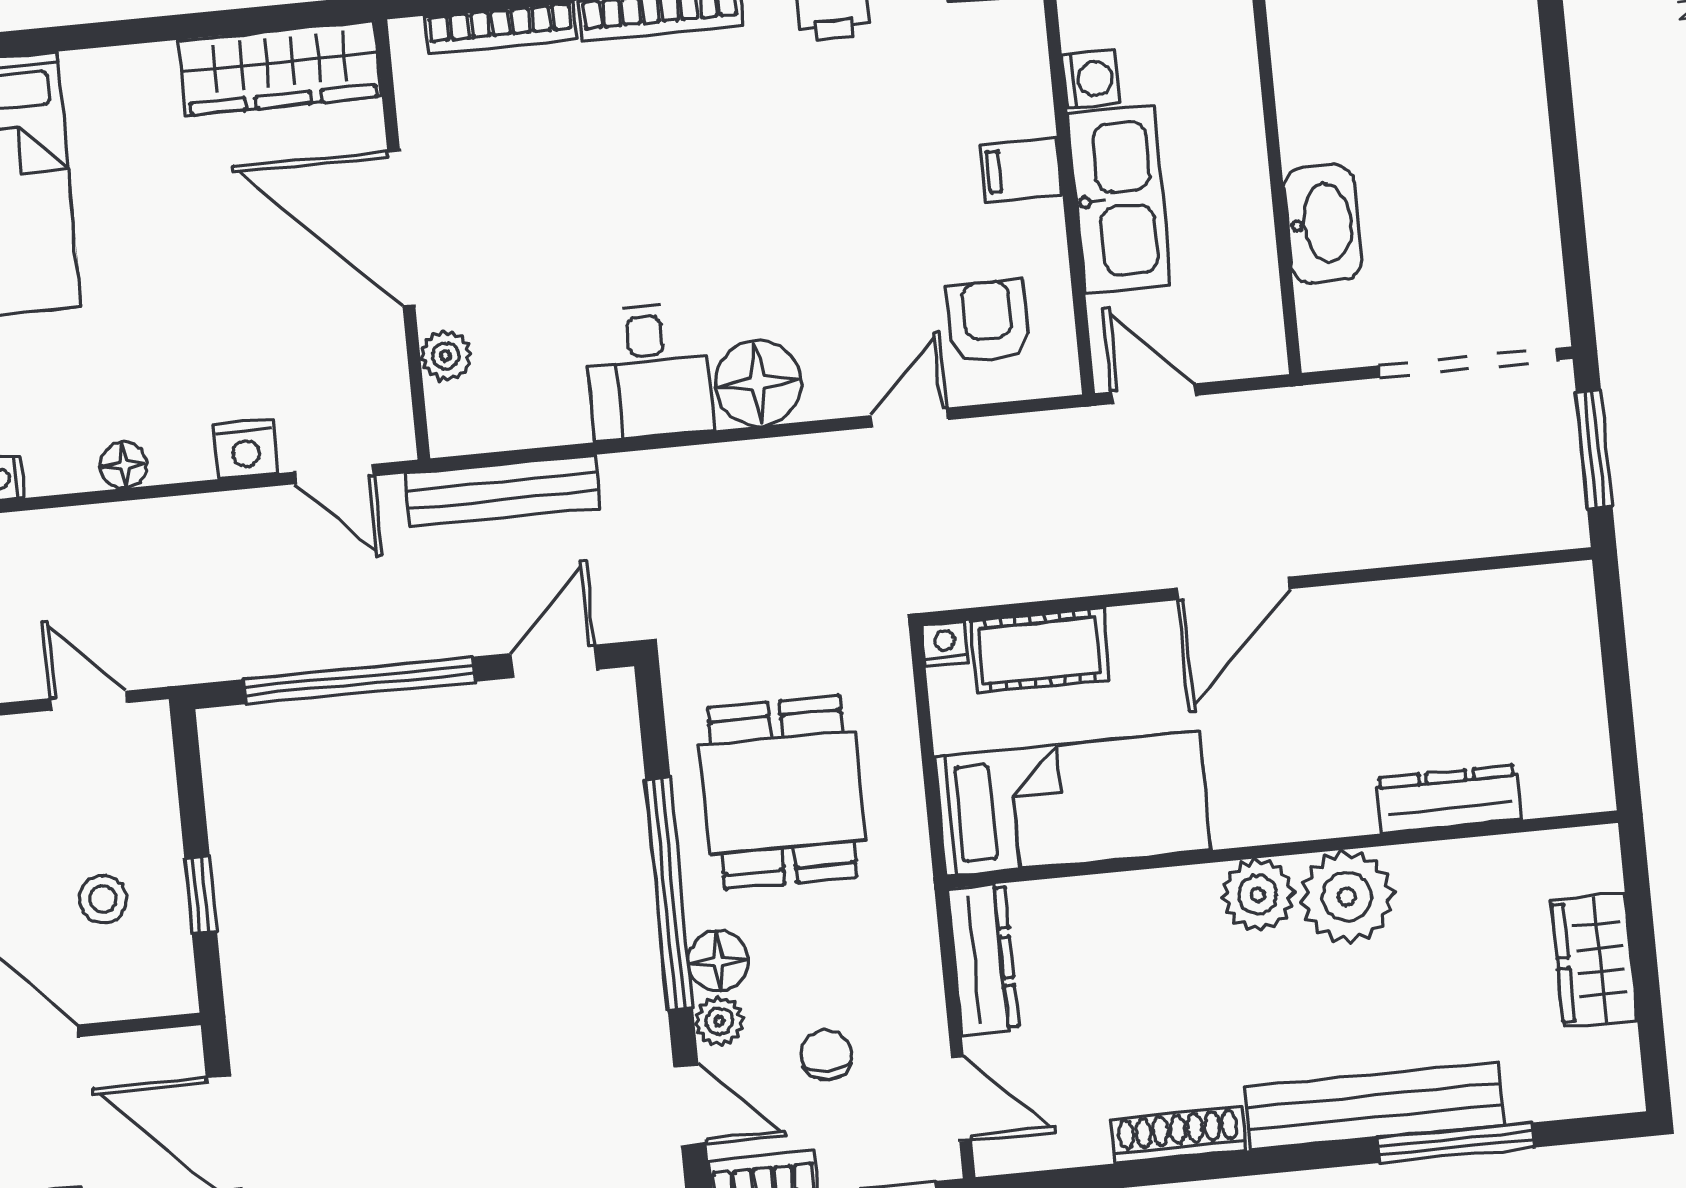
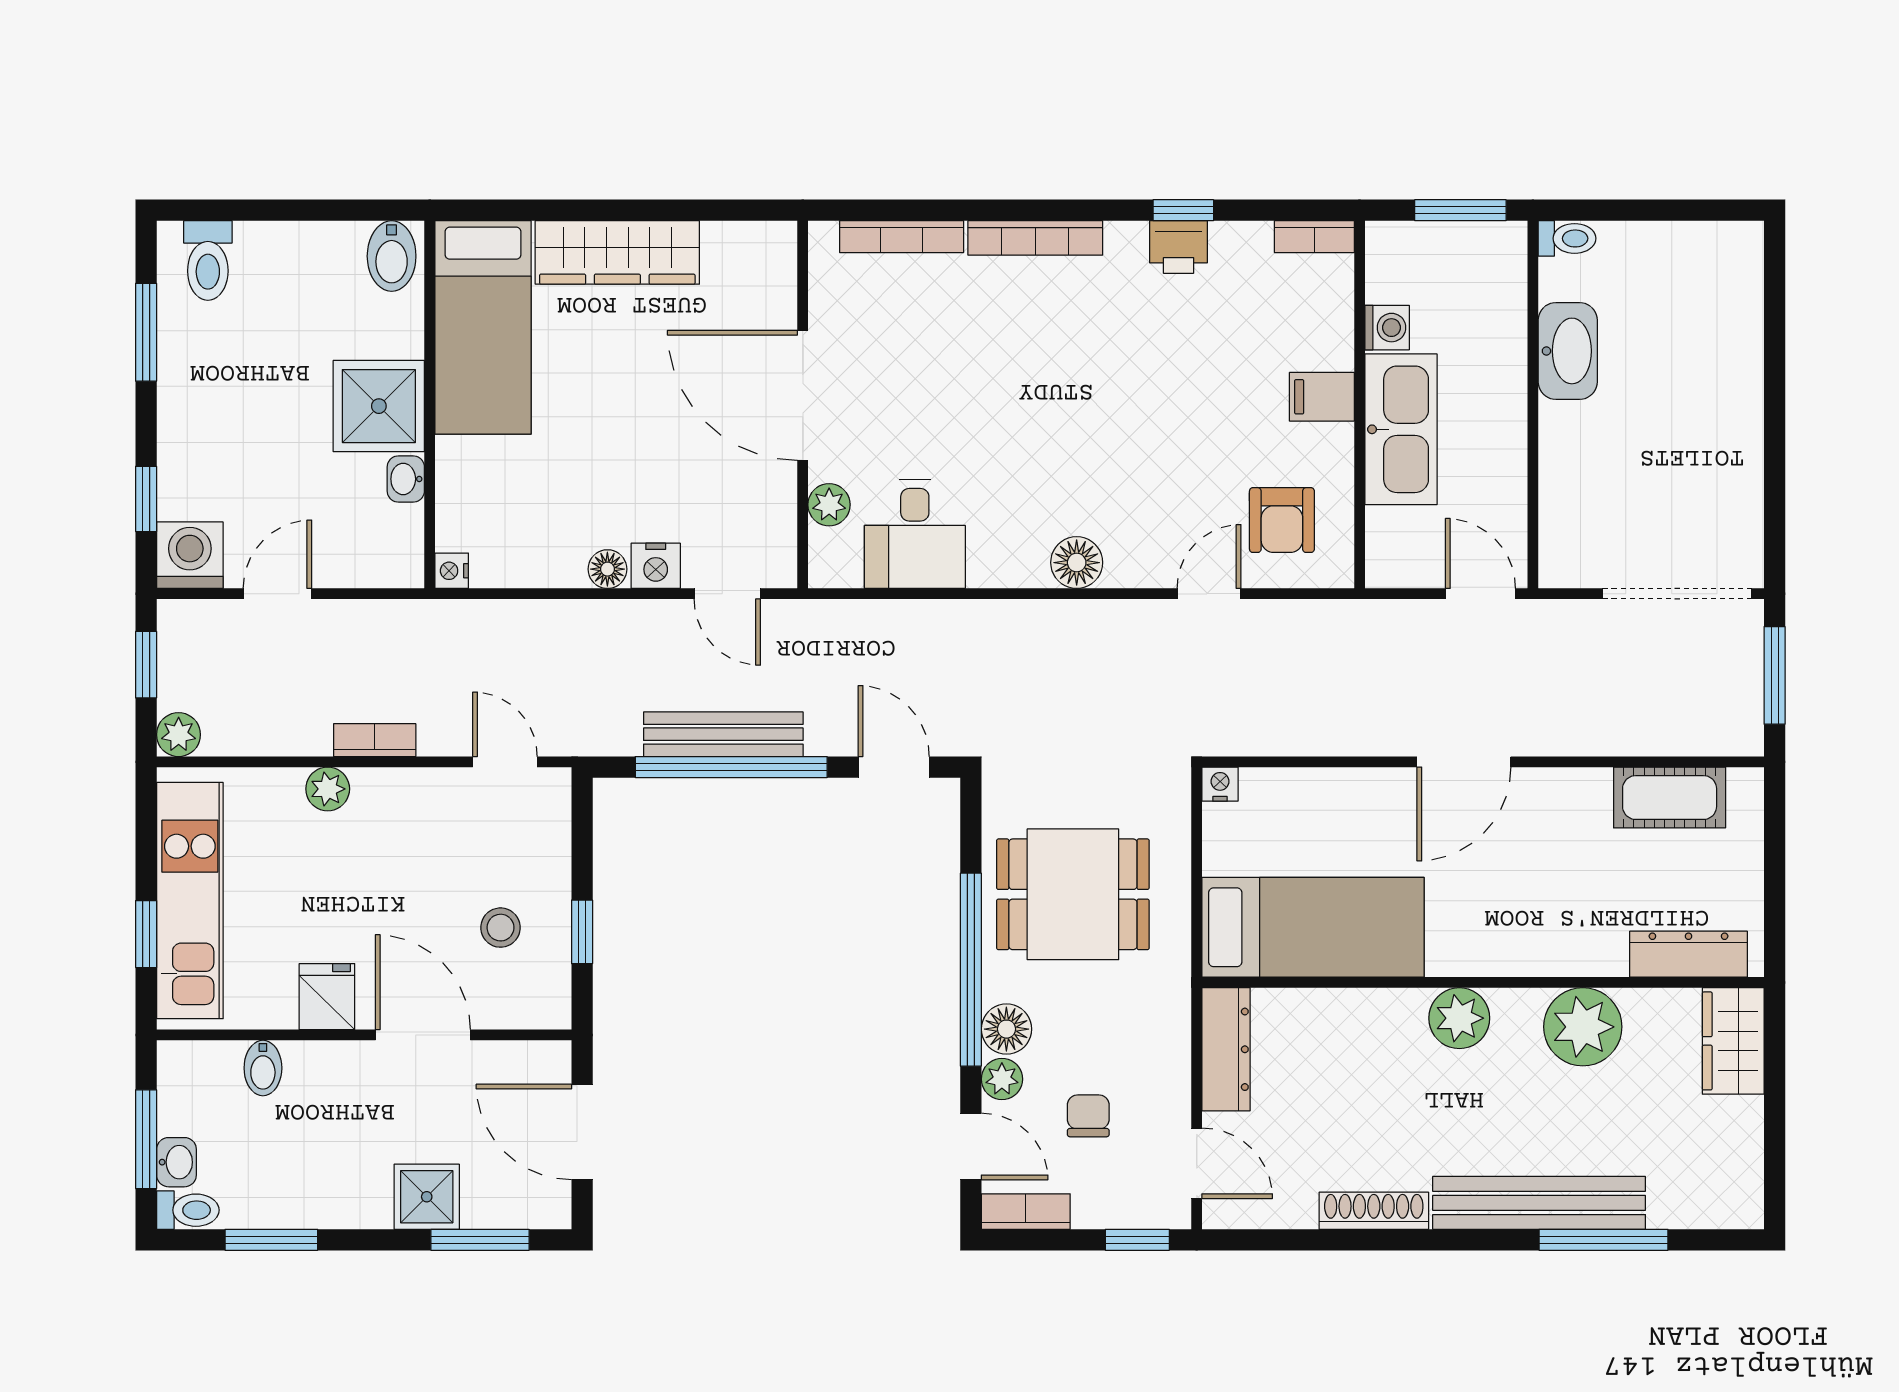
wardrobe: (280, 68) -> (617, 252), moved
washbasin: (1323, 223) -> (1568, 351), moved
armchair: (988, 321) -> (1282, 520), turned 180
desk: (648, 371) -> (915, 534), moved
floor lamp: (758, 383) -> (1077, 563), width x0.73, depth x0.73
door: (1153, 394) -> (1480, 594), moved
floor lamp: (123, 465) -> (607, 569), moved
bench: (502, 491) -> (723, 734), moved
cot: (1040, 650) -> (1670, 798), moved
door: (553, 661) -> (894, 767), hinge flipped
dining table: (782, 792) -> (1073, 894), turned 90
dresser: (1448, 799) -> (1688, 954), moved
plant: (1347, 897) -> (1583, 1027), moved
wardrobe: (1594, 960) -> (1733, 1041), moved

